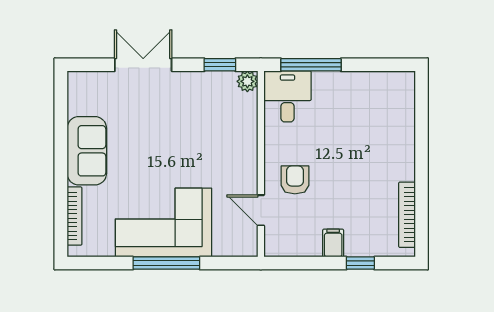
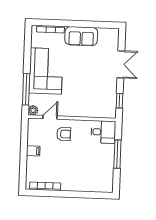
window: (311, 65) -> (117, 154), moved
plant: (247, 81) -> (33, 110), moved
window: (166, 263) -> (26, 89), moved
window: (360, 263) -> (23, 163), removed

